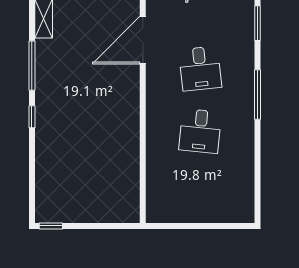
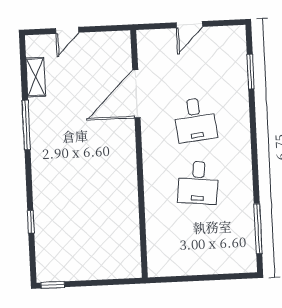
window: (258, 94) -> (258, 229), moved
window: (32, 117) -> (31, 222), moved

